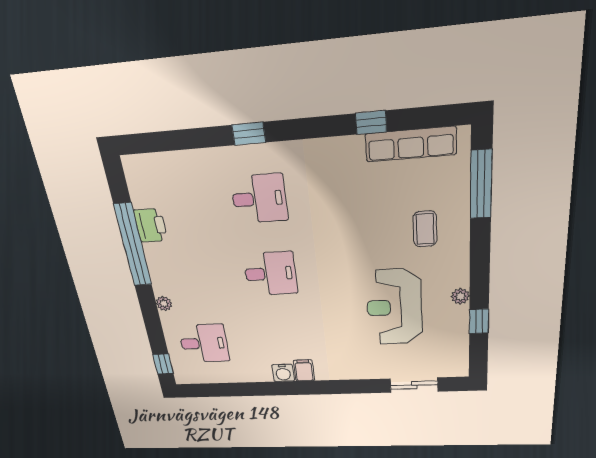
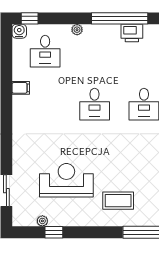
coffee table: (425, 229) -> (118, 201), width x1.36, depth x1.30
plant: (460, 296) -> (42, 221), moved
filing cabinet: (304, 370) -> (21, 88), moved
water cooler: (283, 373) -> (19, 31), moved, turned 90

